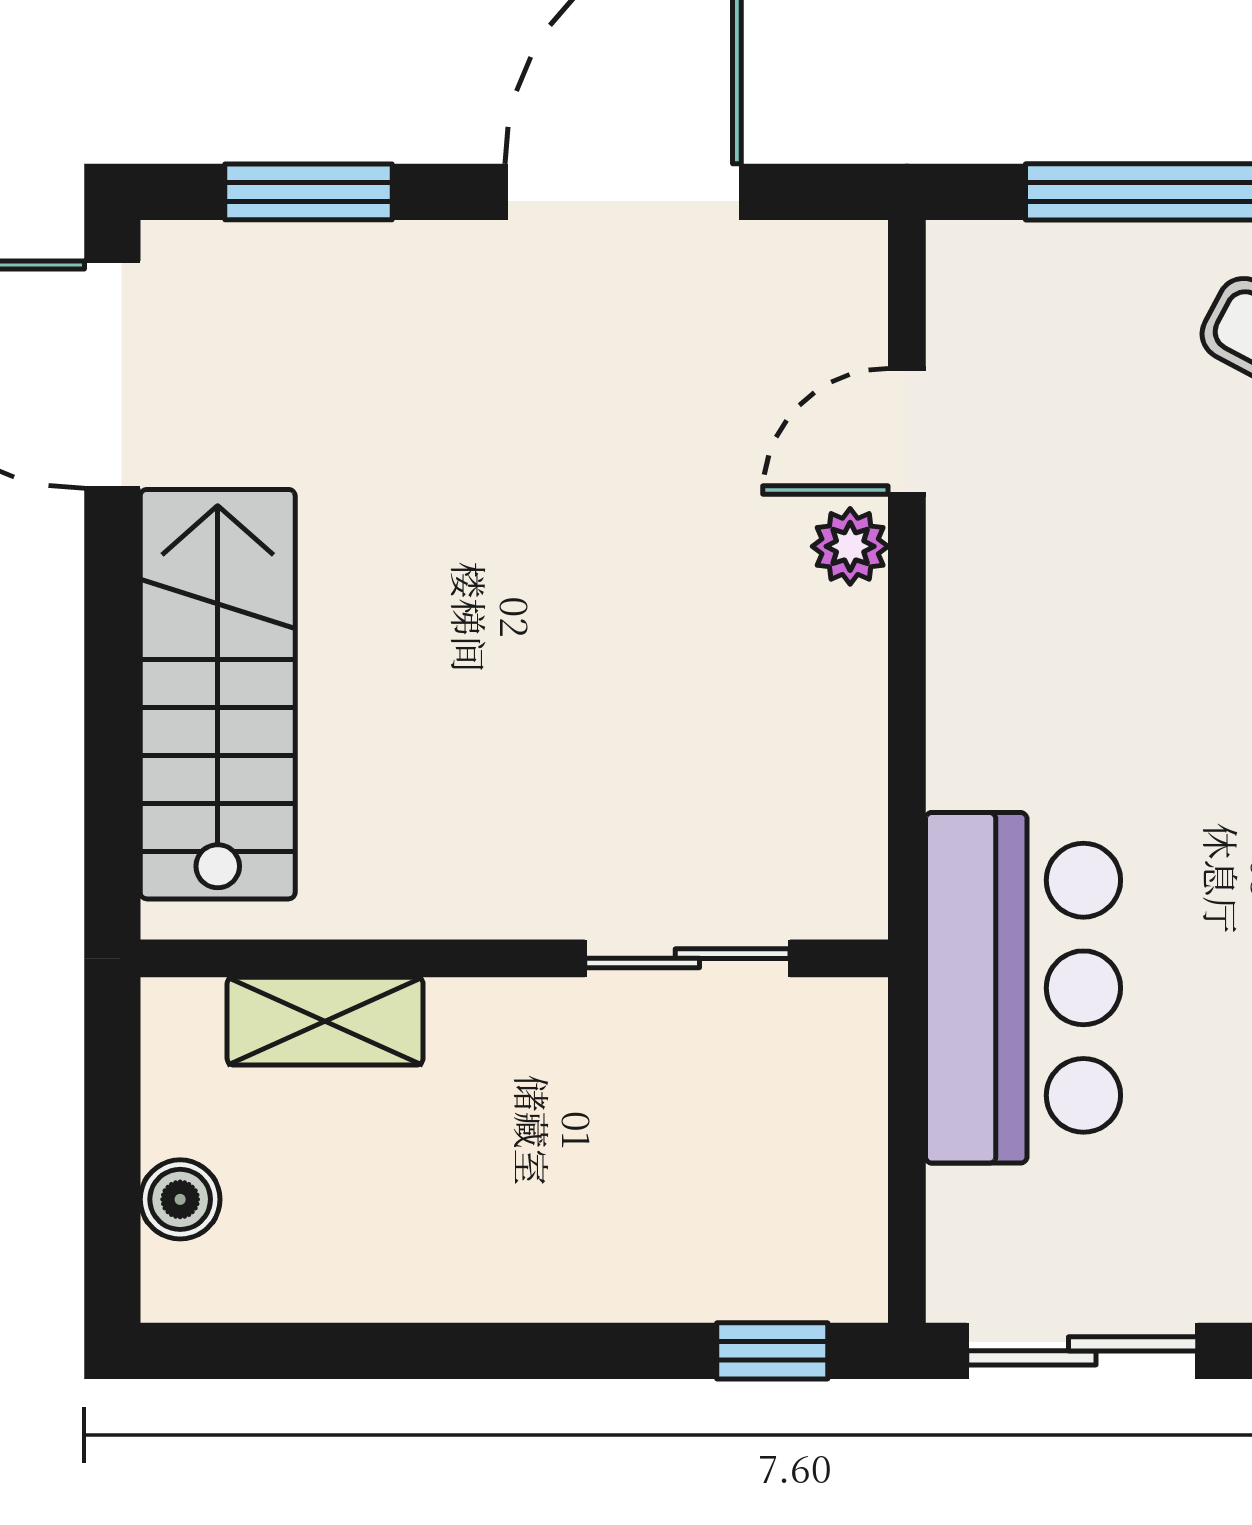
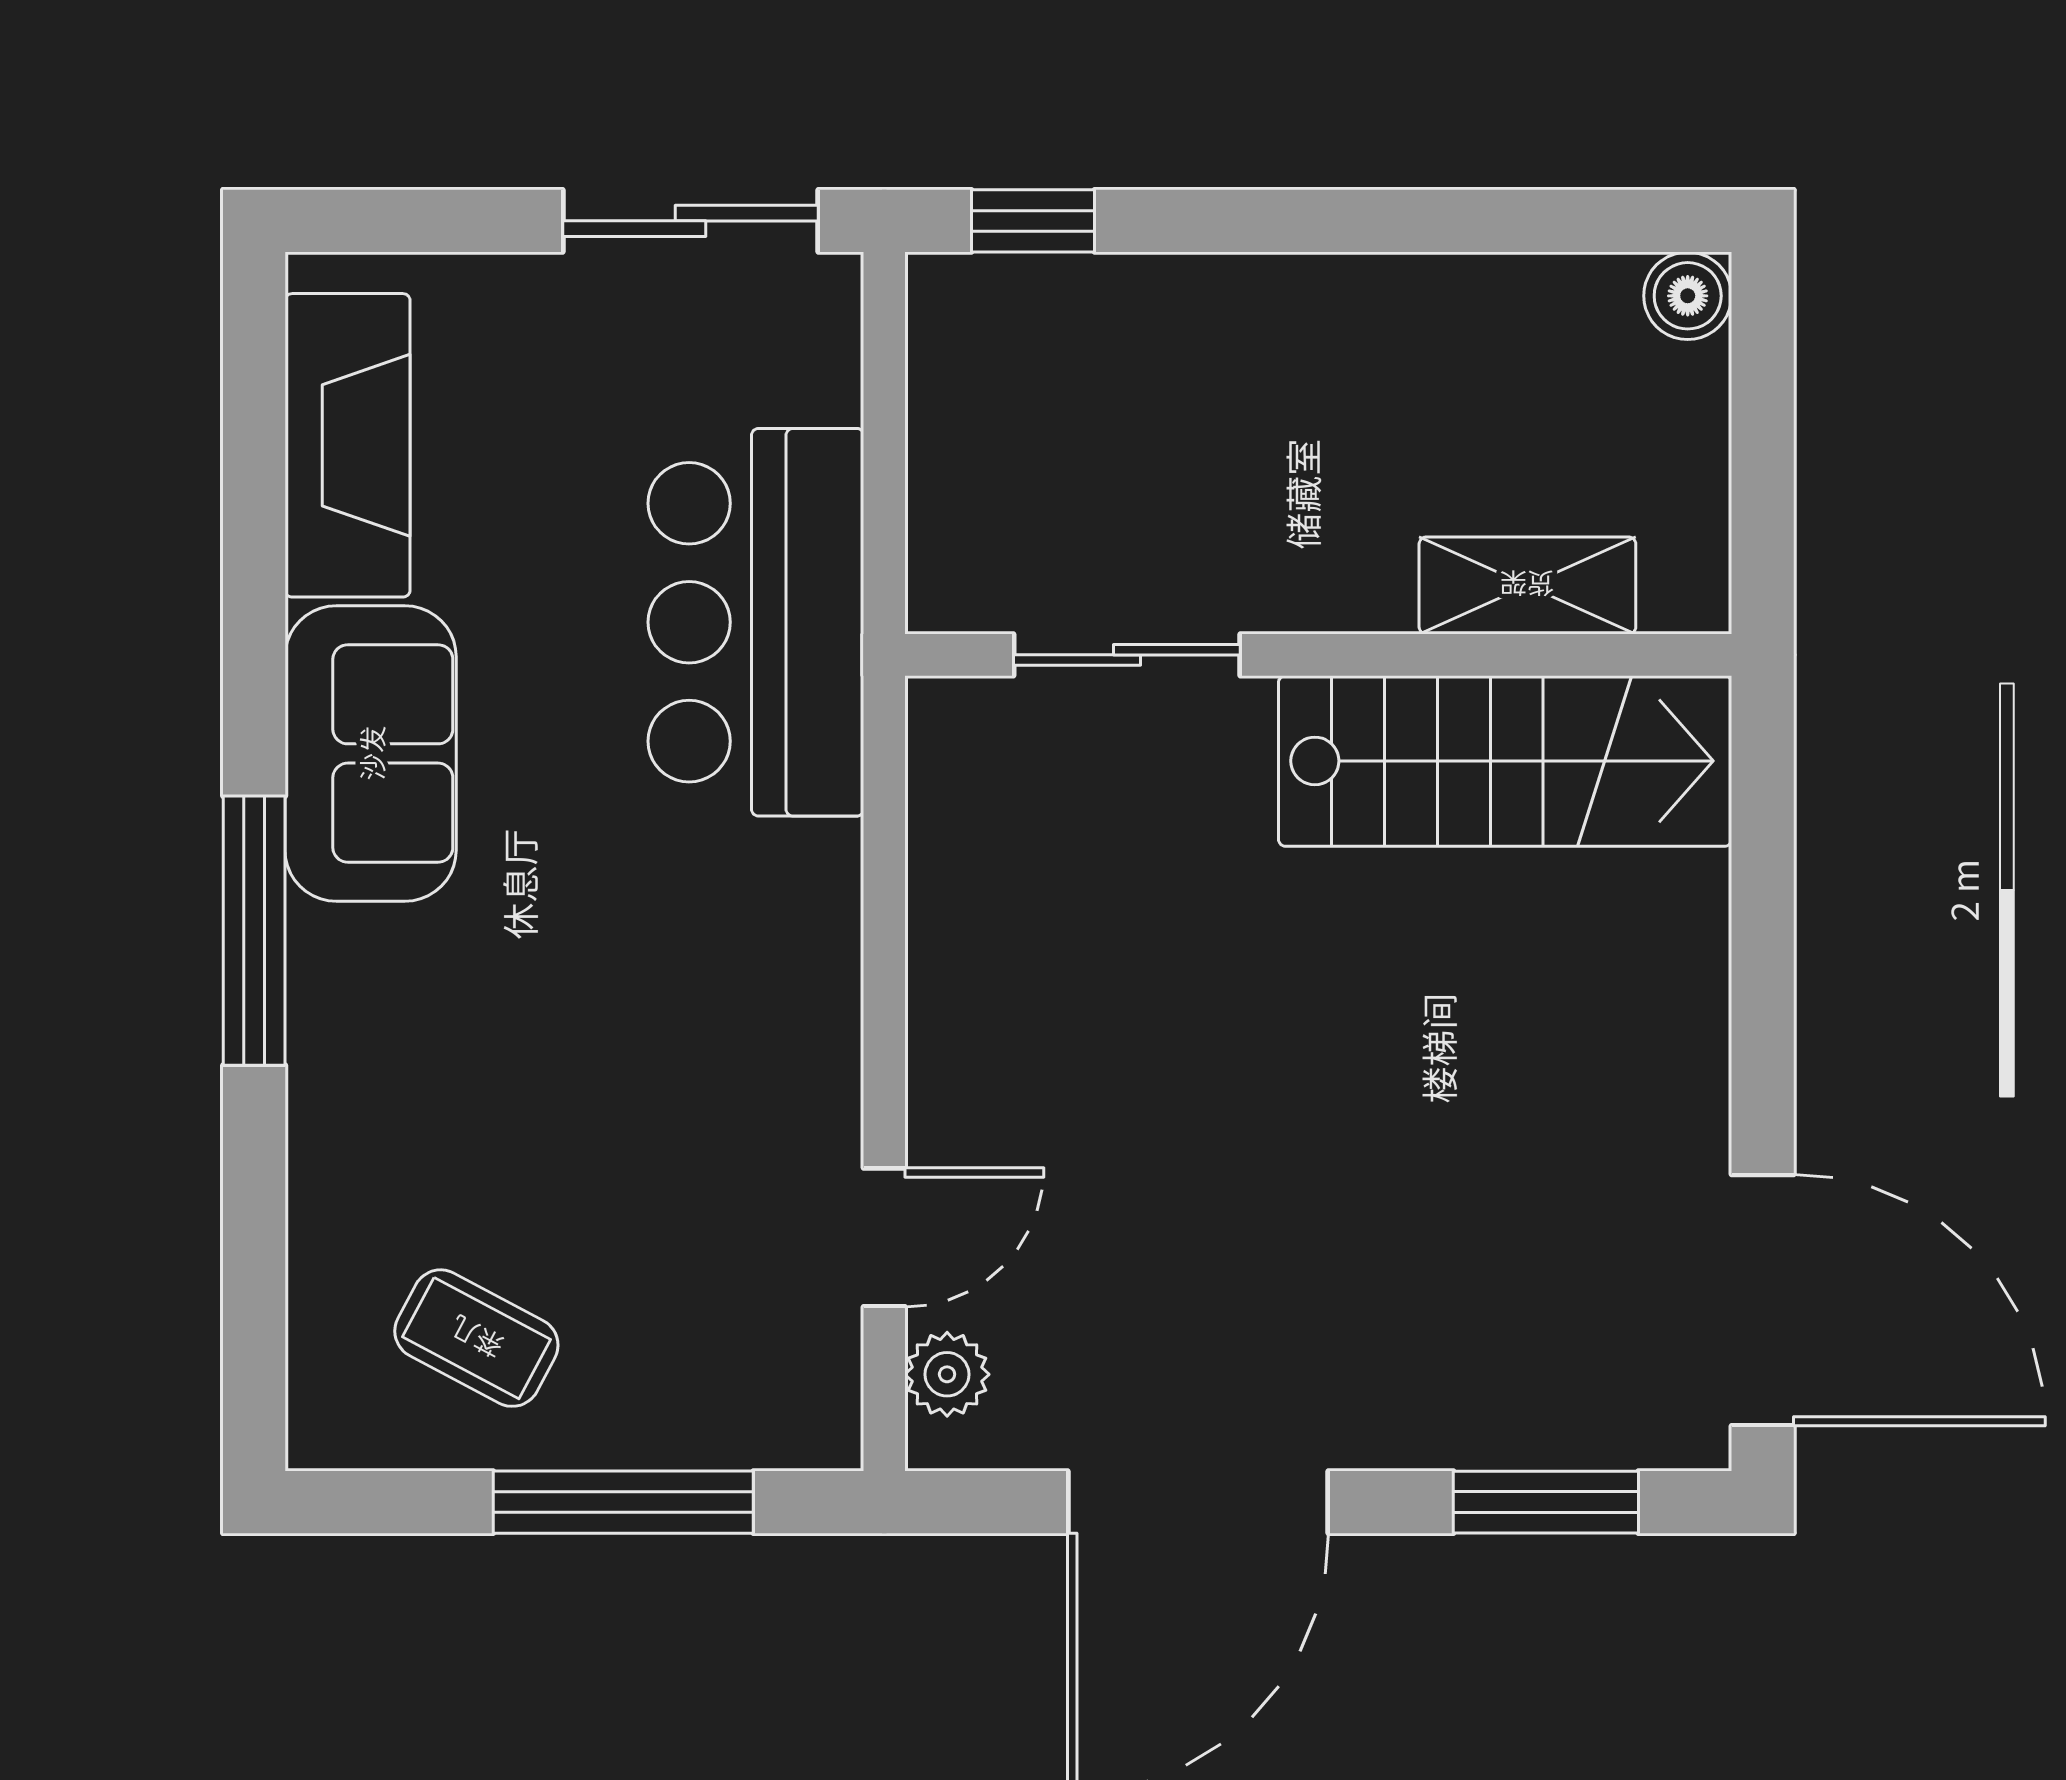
plant: (850, 546) -> (947, 1374), moved
stairs: (218, 694) -> (1505, 761), moved, turned -90
boiler: (180, 1199) -> (1688, 296), moved

